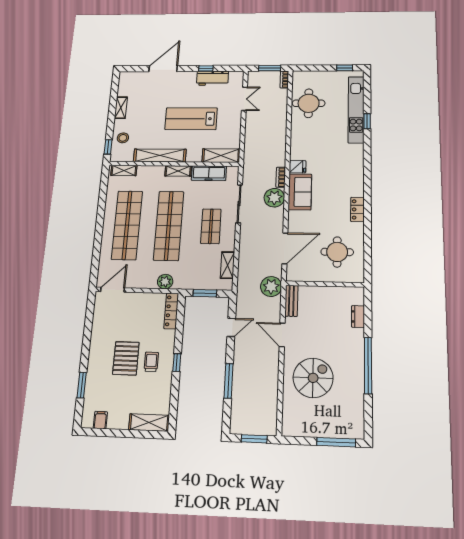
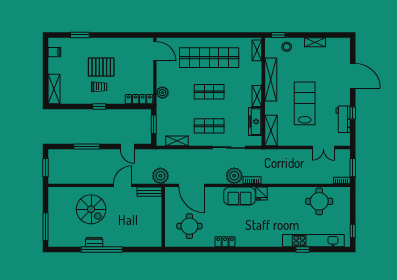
shop shelf: (169, 226) -> (209, 92), width x0.50, depth x0.74
dresser: (358, 317) -> (94, 242), moved

